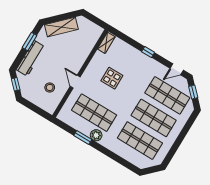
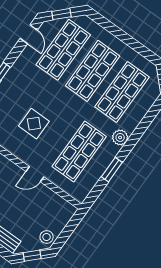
stool: (50, 87) -> (47, 237), moved
plant: (96, 135) -> (120, 137), moved

